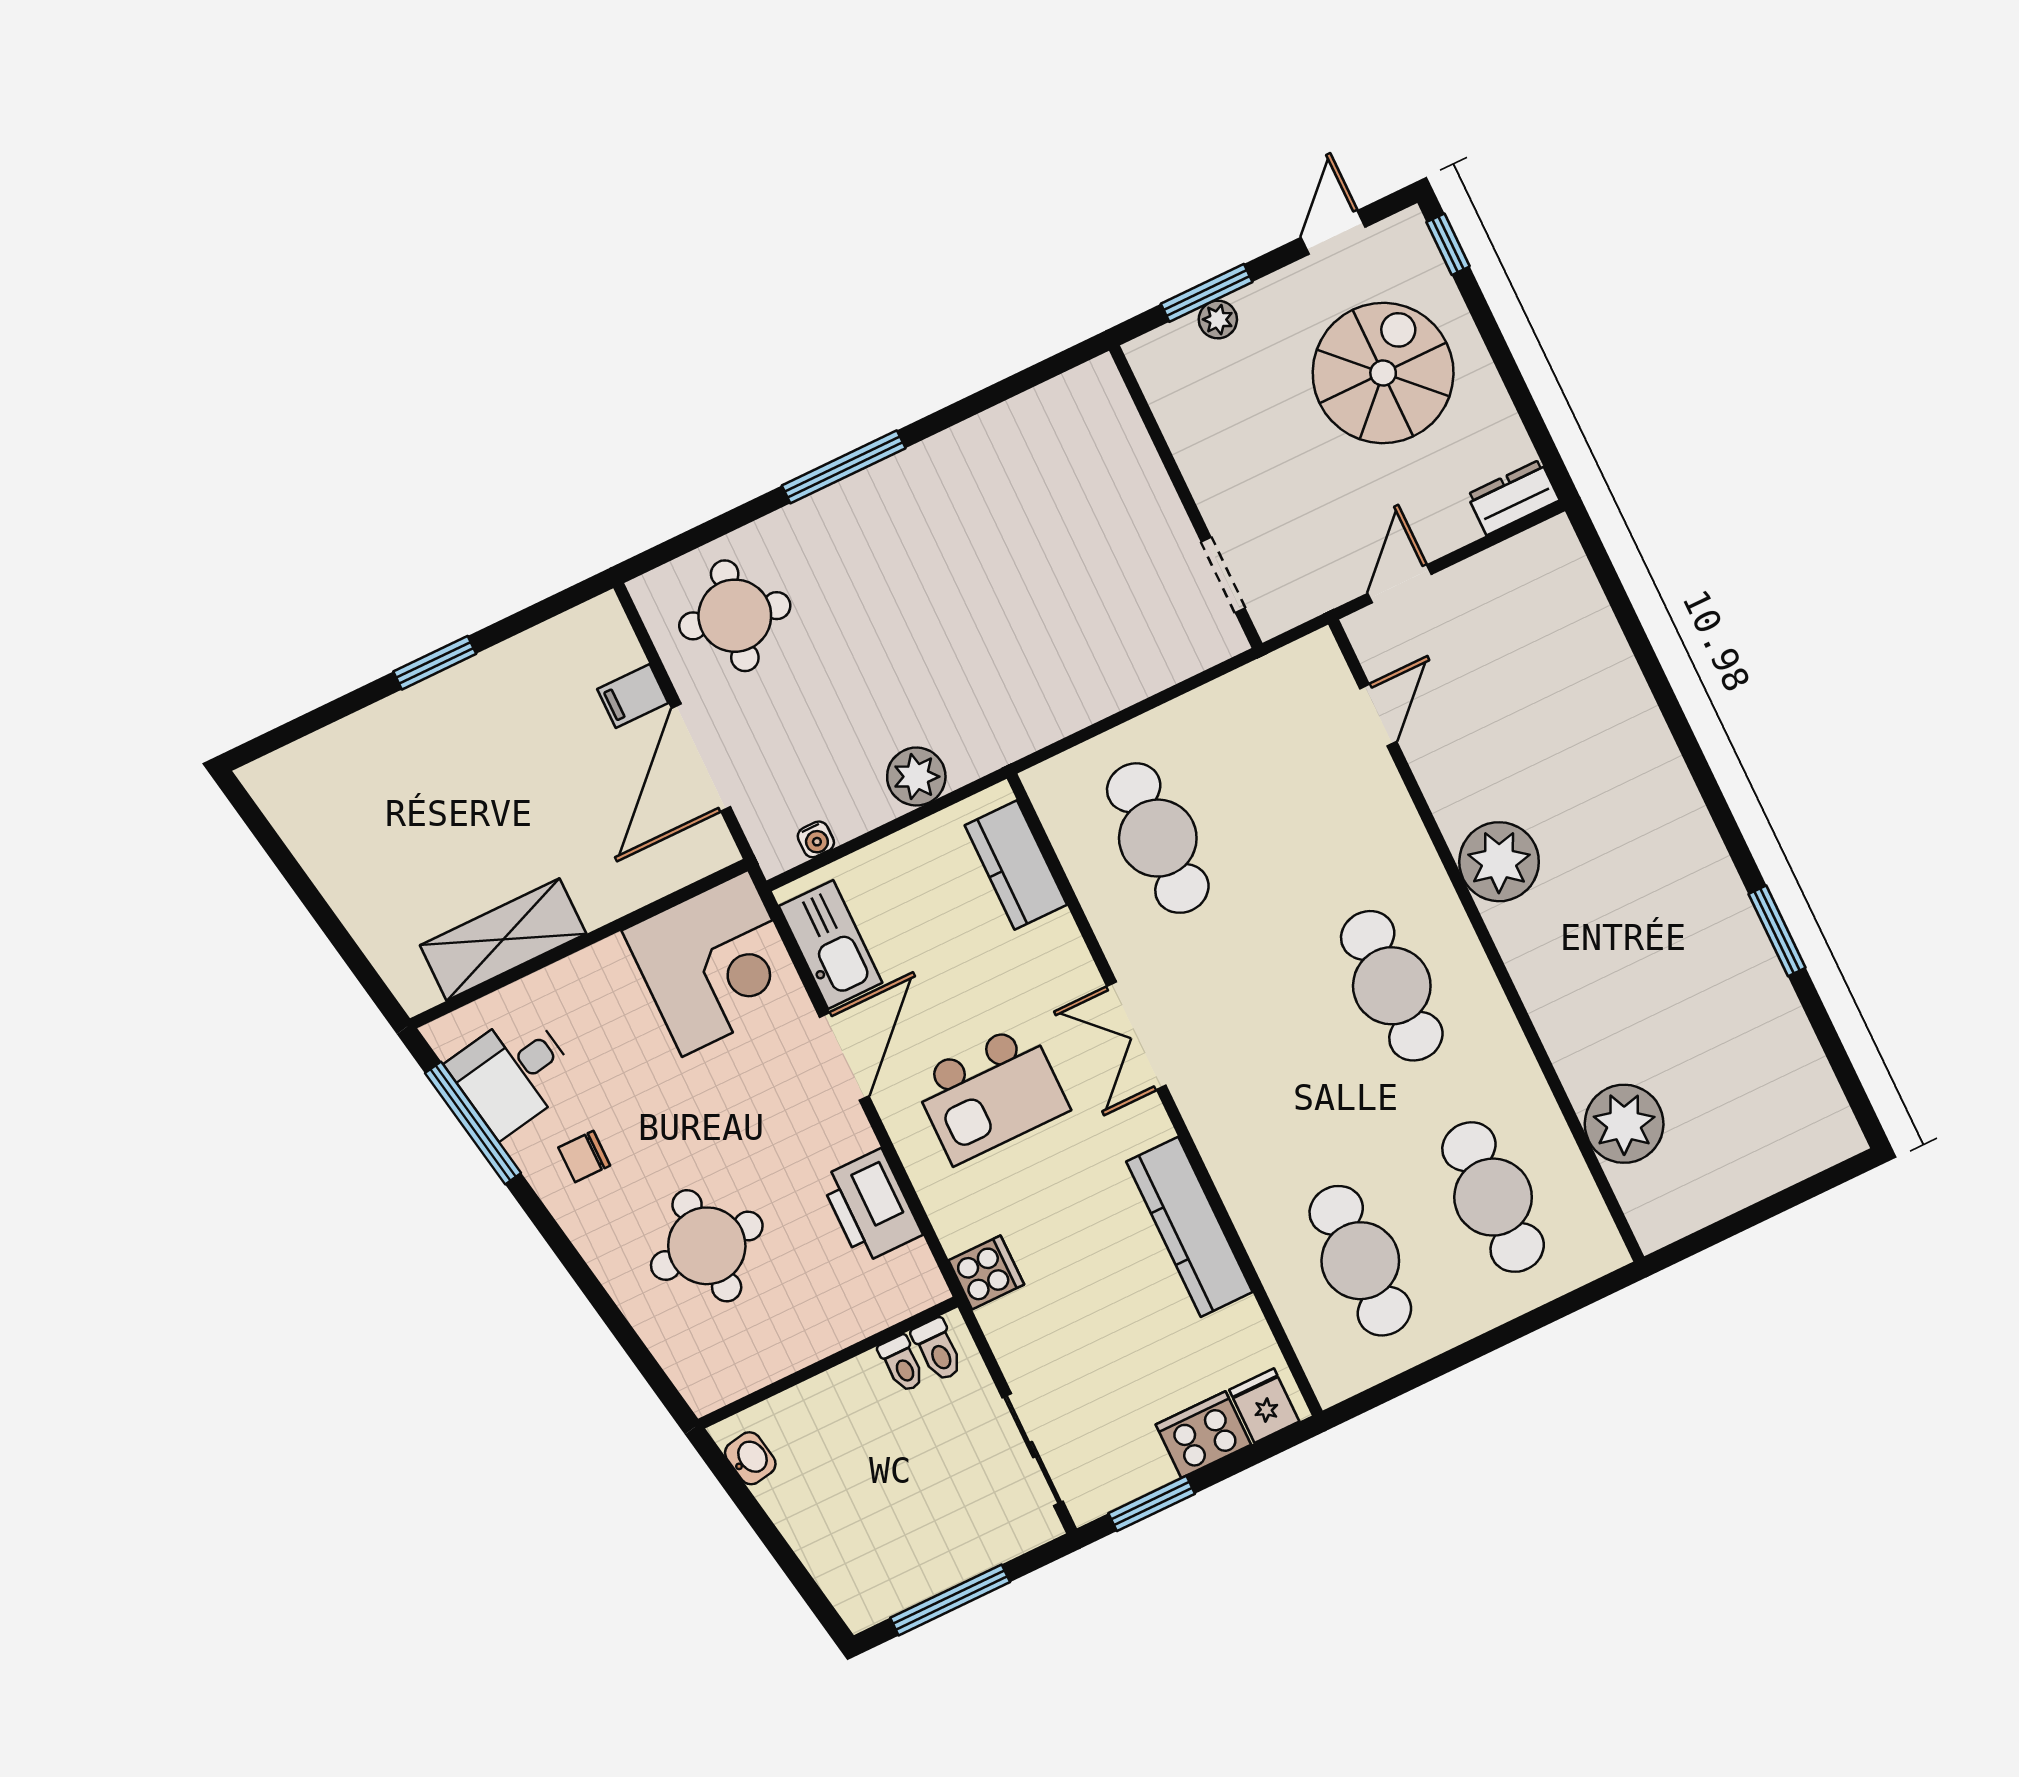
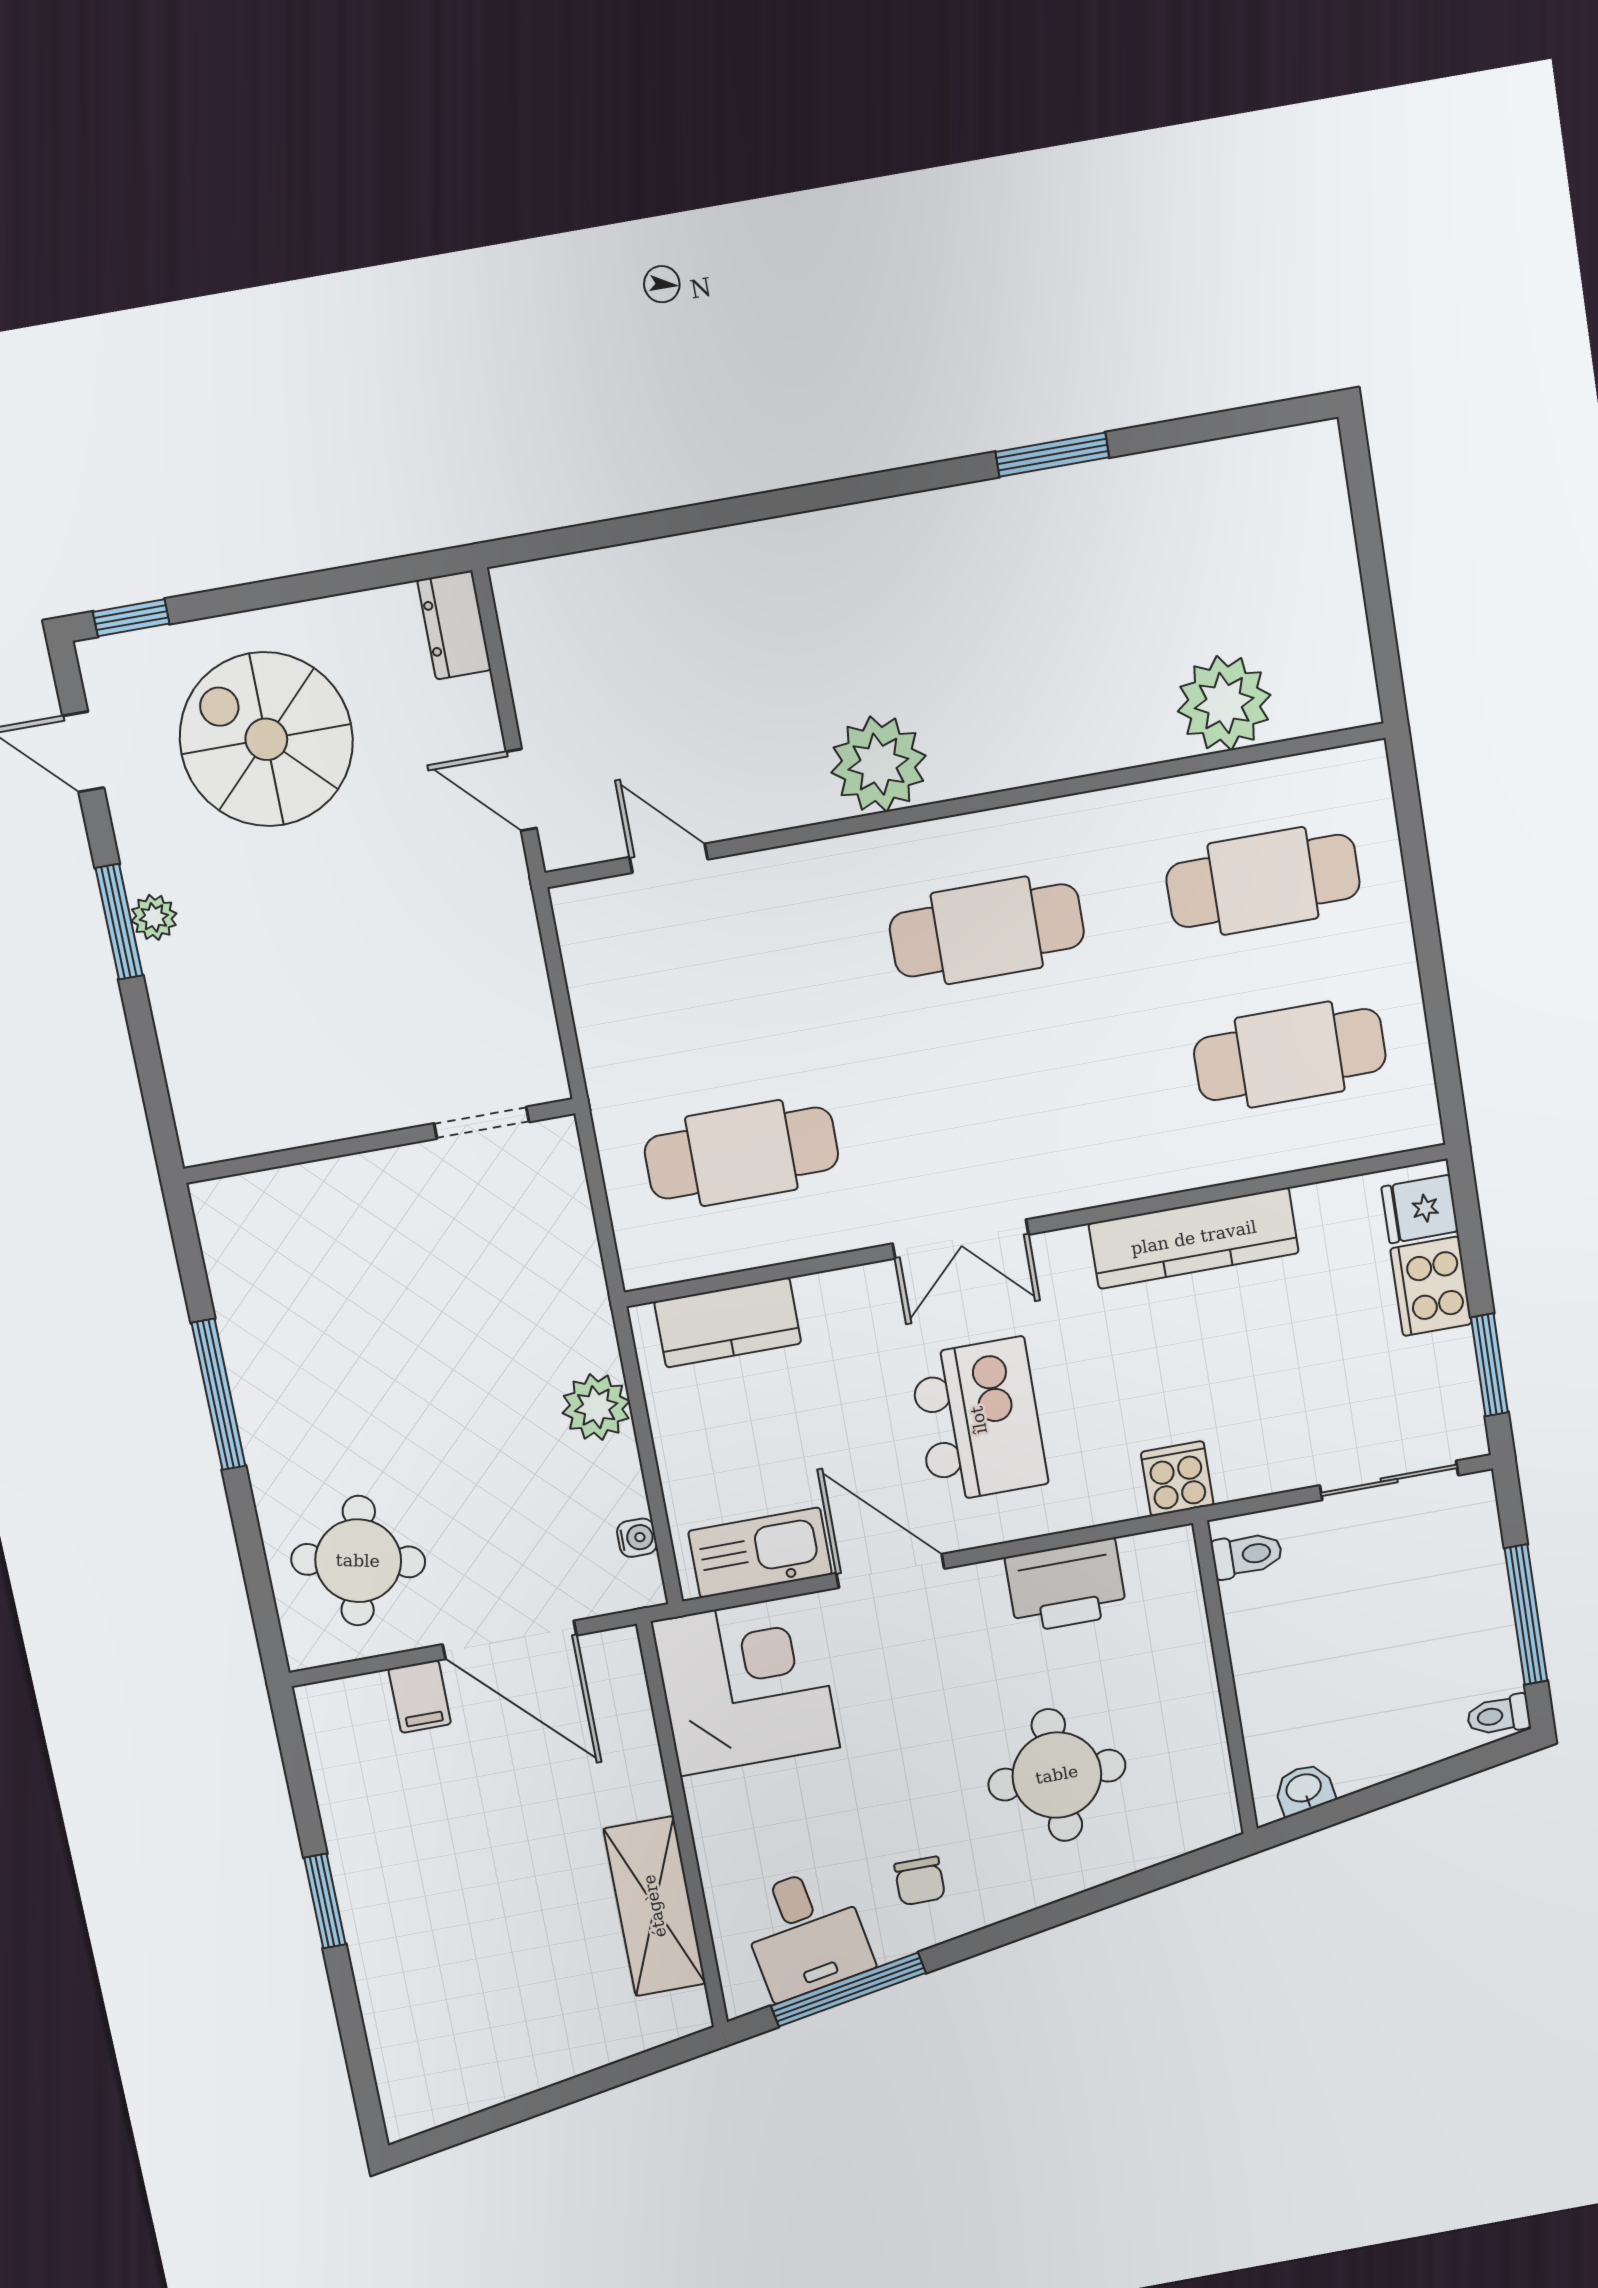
wall: (1186, 497) -> (379, 1141), moved
doorway: (1223, 575) -> (482, 1123), moved
toilet: (902, 1364) -> (1498, 1715), moved, turned 180

